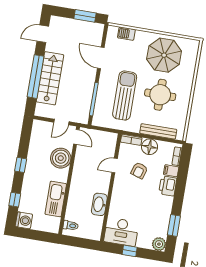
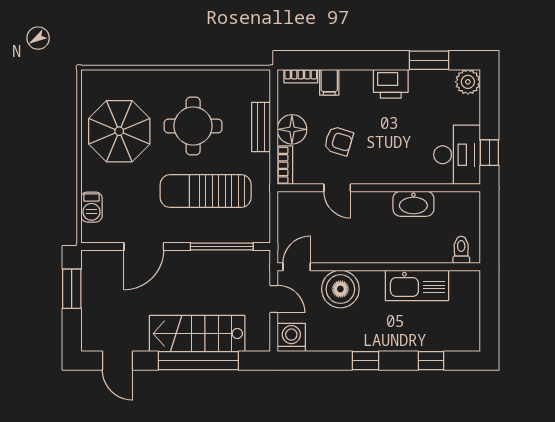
bench: (158, 131) -> (261, 127), width x0.73
printer: (168, 186) -> (391, 84), moved
washing machine: (24, 220) -> (291, 337), moved
window: (130, 251) -> (489, 153), moved

